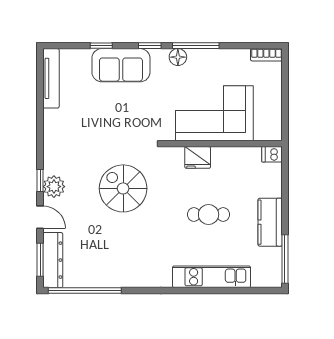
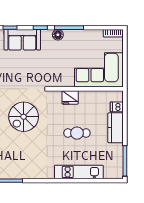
corner sofa: (214, 113) -> (99, 70), moved
dishwasher: (272, 154) -> (117, 107), moved
spiral stairs: (123, 188) -> (24, 117), turned -90
kitchen counter: (270, 222) -> (115, 128), moved

